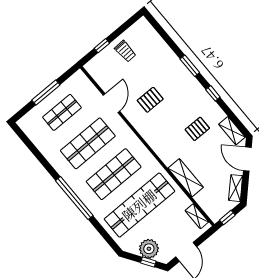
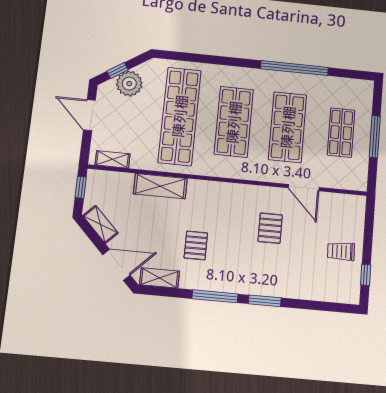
window: (102, 46) -> (366, 275), moved
window: (213, 93) -> (215, 296), width x2.17
window: (74, 198) -> (294, 68), moved

